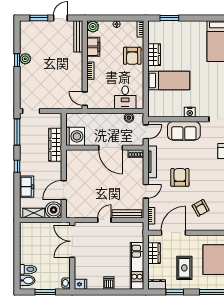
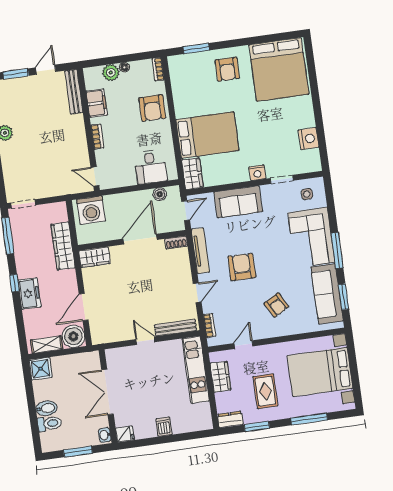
plant: (93, 27) -> (111, 73), moved
armchair: (189, 36) -> (227, 69), added
wardrobe: (154, 55) -> (192, 174), moved
bed: (169, 80) -> (207, 135), width x1.50
nightstand: (190, 112) -> (257, 173), moved
washing machine: (75, 136) -> (91, 210), moved, turned 90
door: (111, 148) -> (140, 239), swing flipped
wardrobe: (76, 156) -> (94, 257), added
freezer: (27, 187) -> (29, 294), moved
door: (104, 220) -> (146, 341), hinge flipped
shower: (27, 230) -> (41, 369), added
door: (173, 233) -> (243, 345), width x0.53
double door: (72, 241) -> (107, 392), moved
kitchen unit: (137, 266) -> (196, 370), moved
bidet: (27, 280) -> (46, 408), moved

